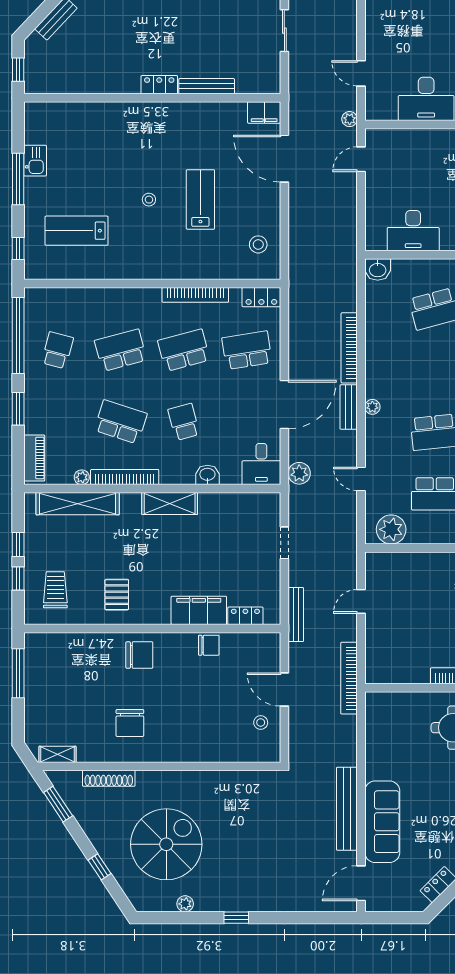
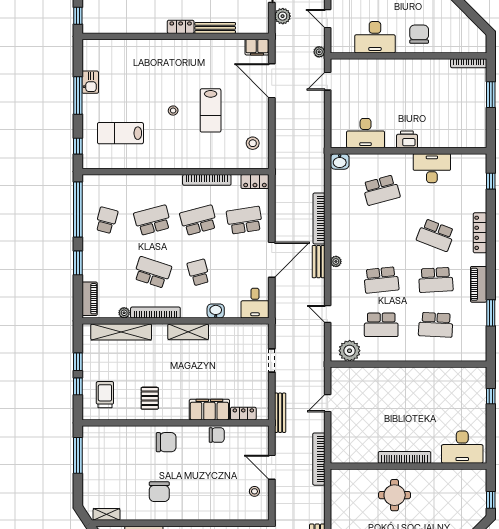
lab bench: (200, 199) -> (211, 110), turned 180
plant: (299, 473) -> (283, 16), moved

